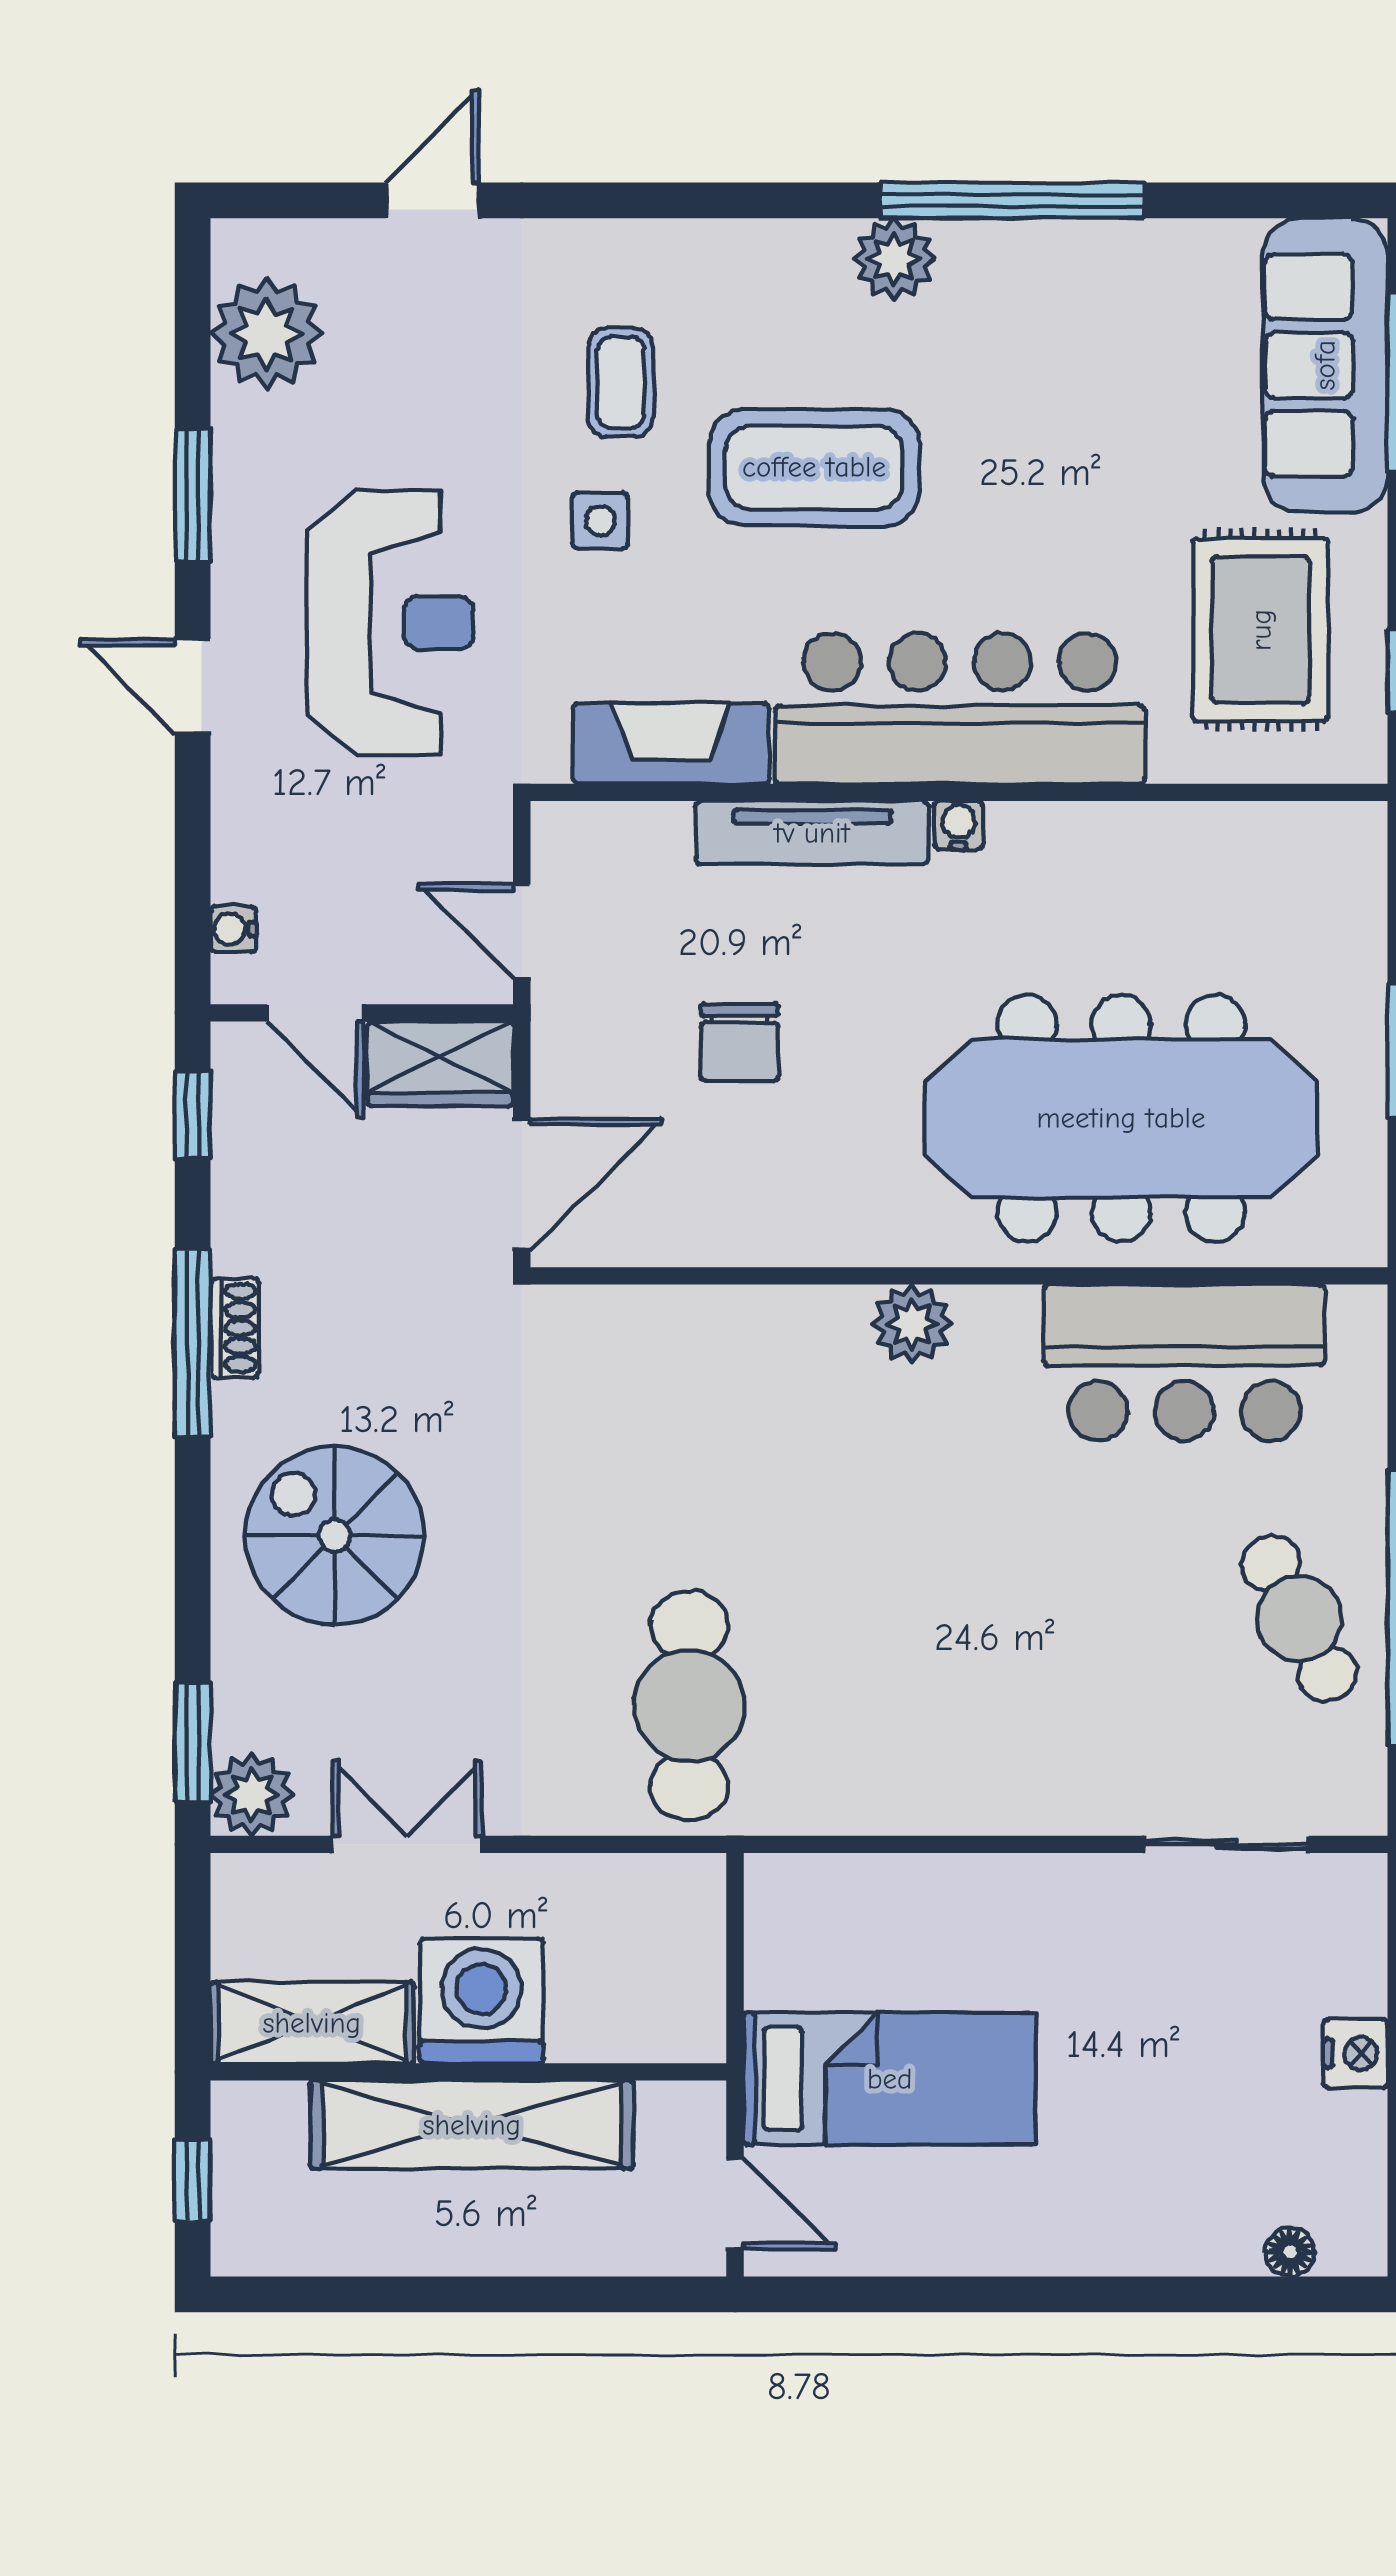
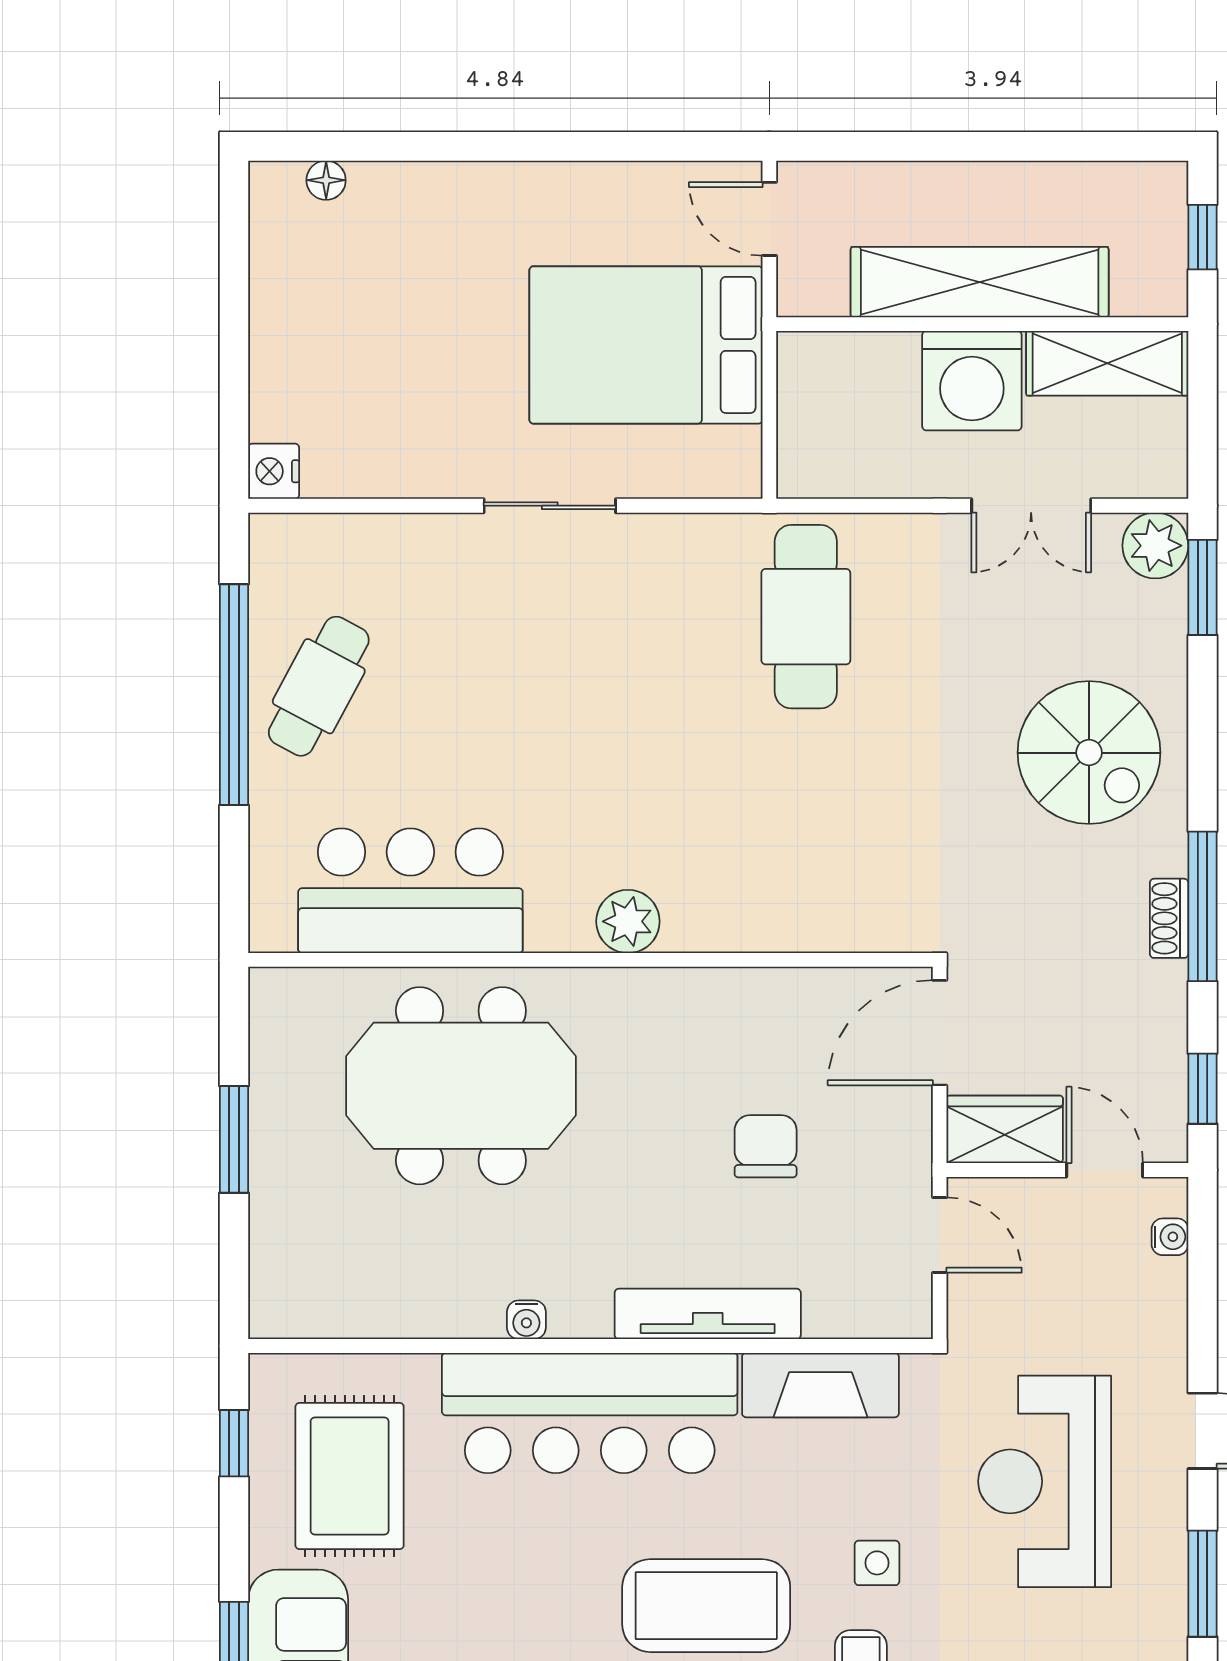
water cooler: (959, 825) -> (526, 1320), moved
meeting table: (1121, 1118) -> (461, 1086), width x0.73
cafe table: (1299, 1618) -> (319, 686), turned 55
sliding door: (1226, 1844) -> (550, 506), moved
nightstand: (1356, 2054) -> (274, 471), moved
bed: (890, 2079) -> (646, 345), width x1.50

